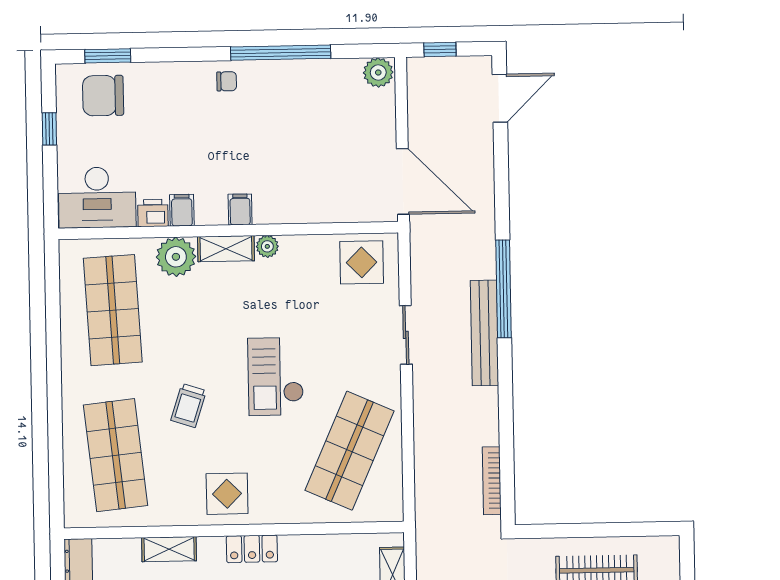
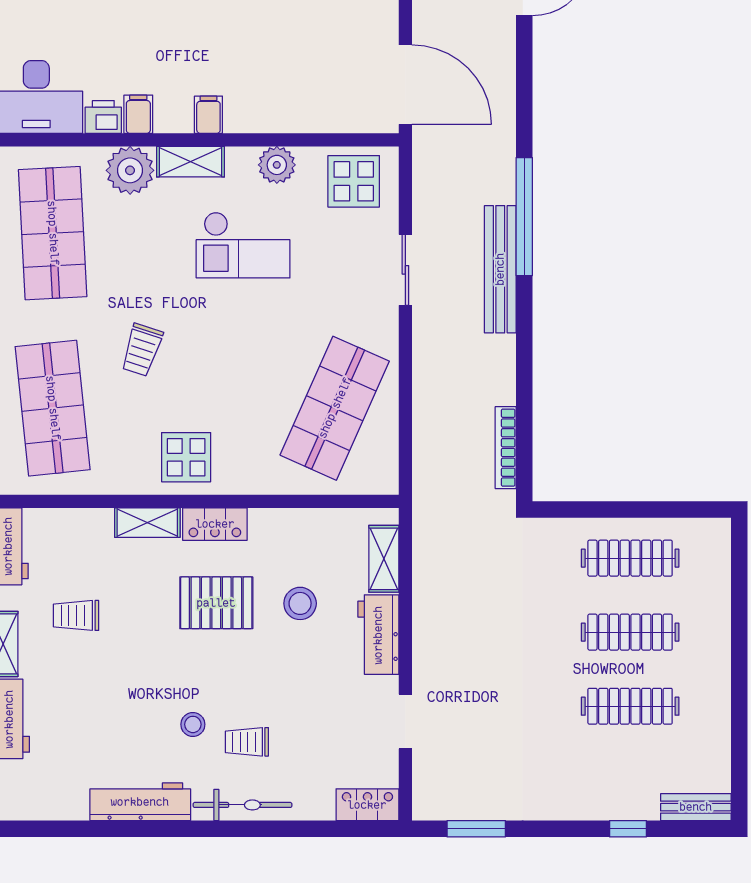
plant: (267, 246) -> (277, 165), moved, width x1.38, depth x1.38
checkout: (276, 376) -> (243, 245), moved, turned -90
shelving: (169, 549) -> (147, 523), moved

